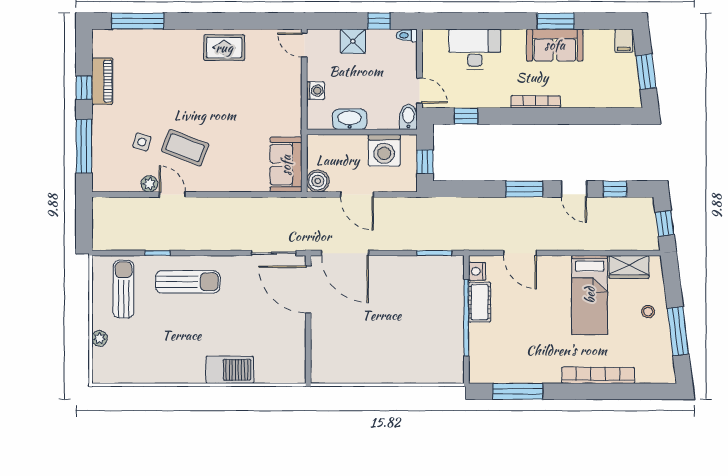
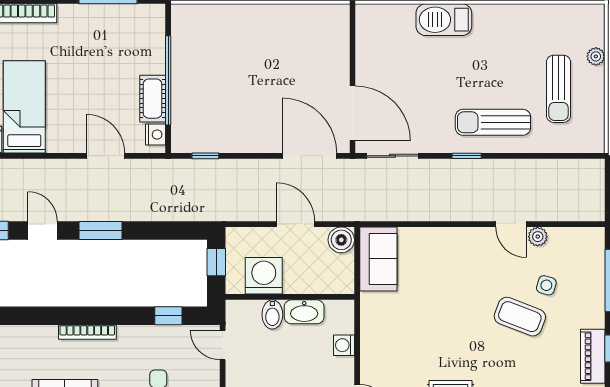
bidet: (408, 117) -> (272, 314), moved
coffee table: (185, 148) -> (520, 317), moved
window: (158, 253) -> (467, 156), moved
window: (434, 253) -> (205, 156), width x0.67
sun lounger: (123, 289) -> (559, 89), moved

